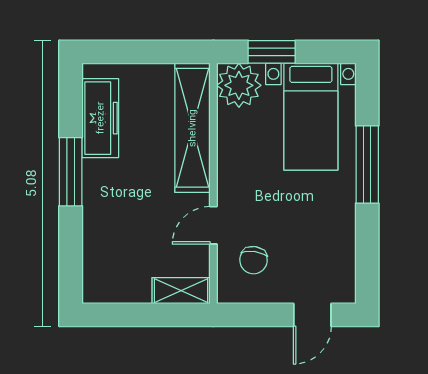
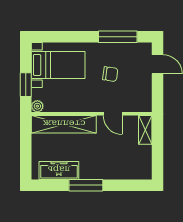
plant: (239, 85) -> (37, 106), width x0.53, depth x0.53
window: (367, 164) -> (118, 37), moved
chair: (253, 260) -> (110, 74), moved

